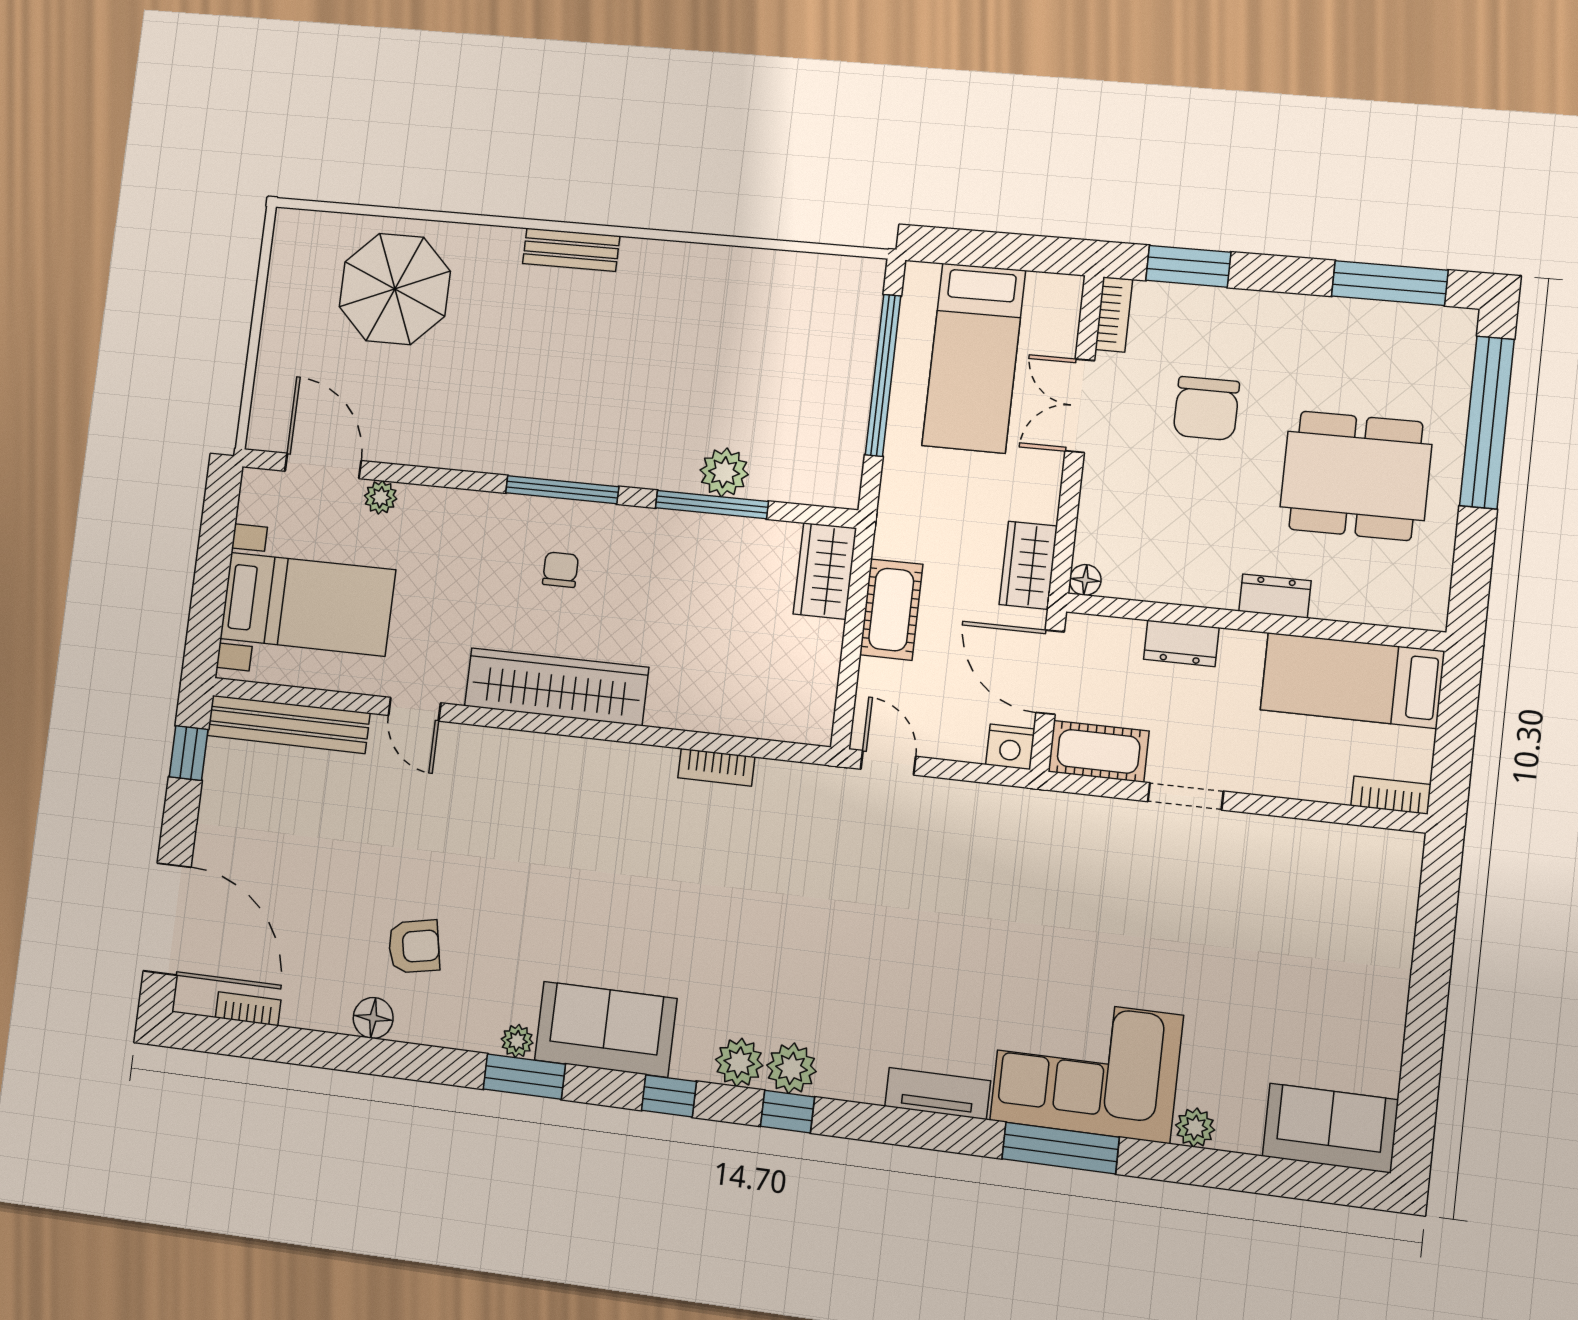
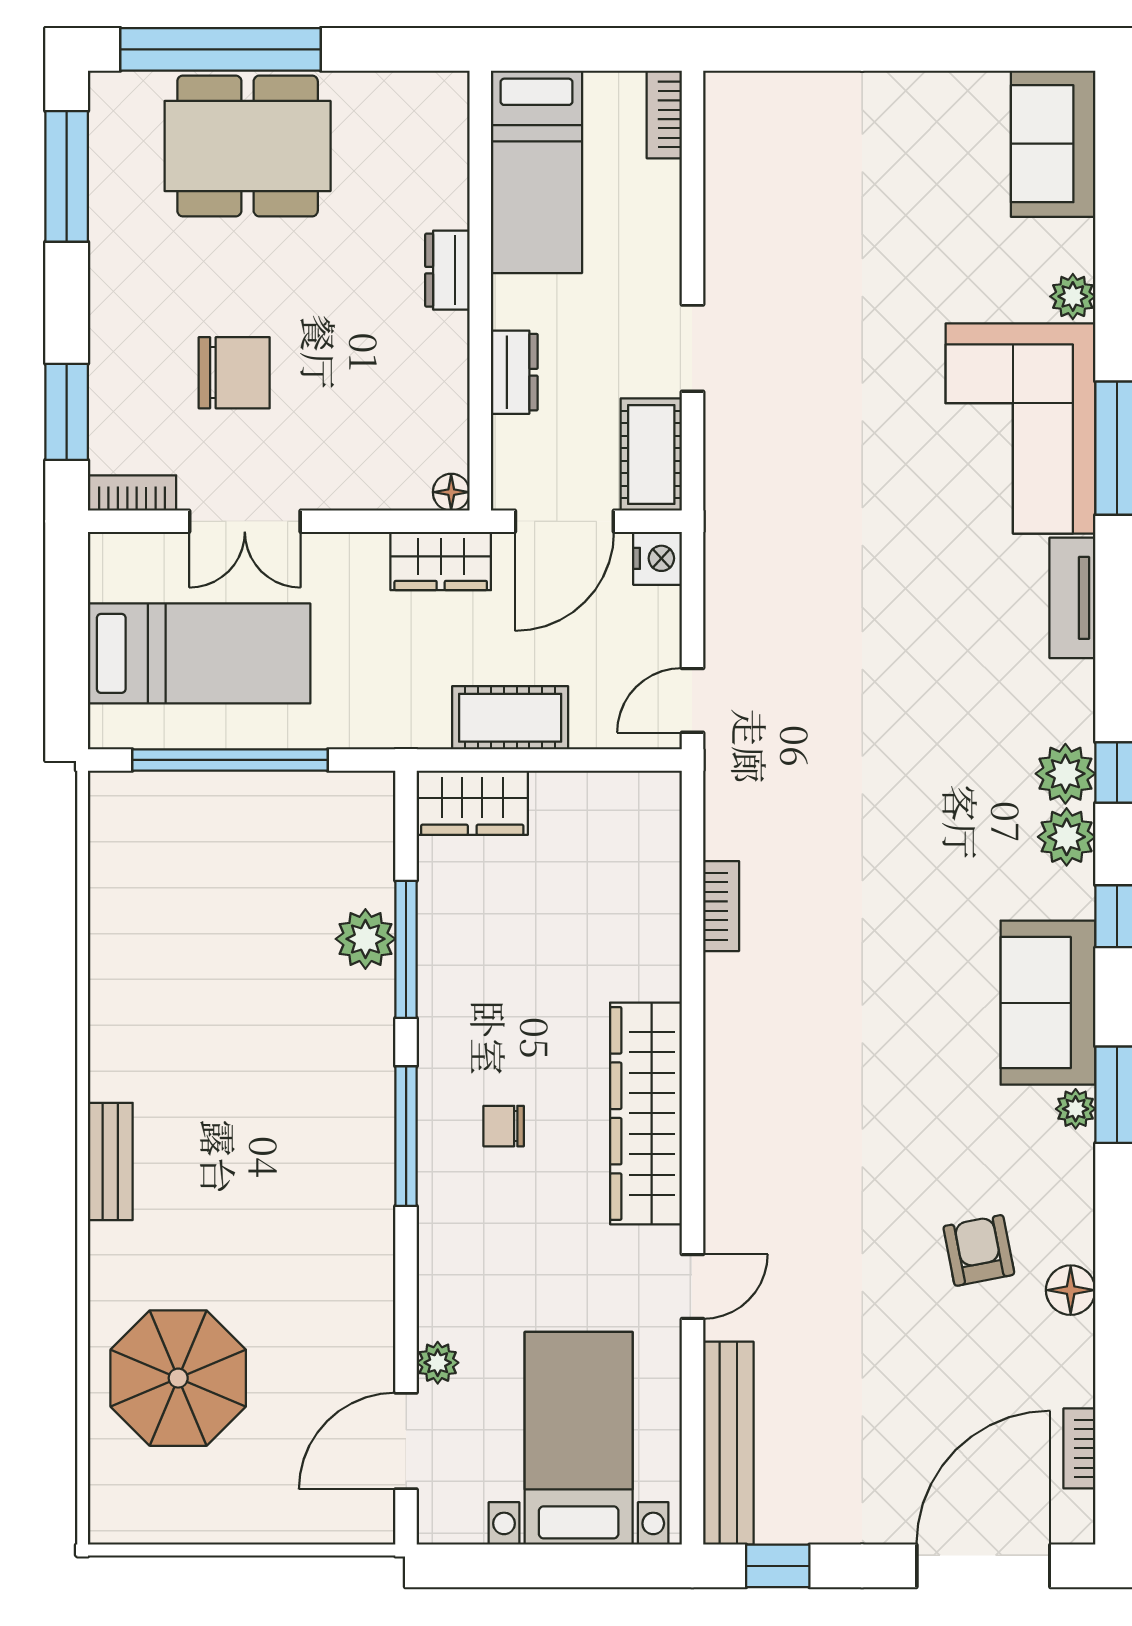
dining table: (1356, 476) -> (248, 146), moved, turned 90

